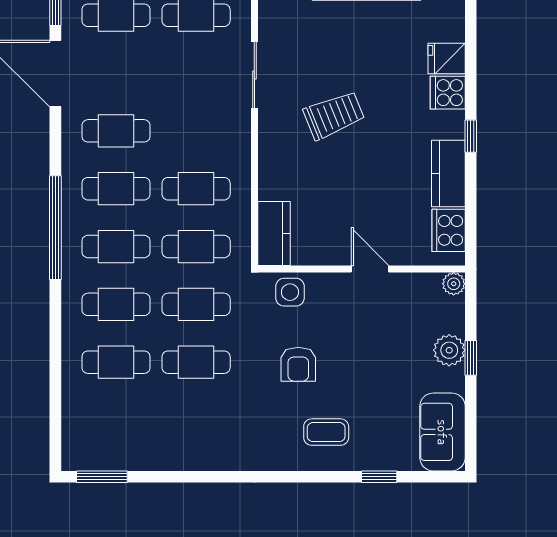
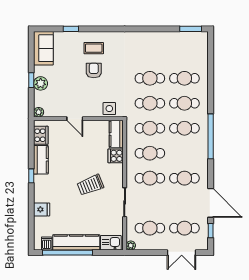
cooker: (448, 93) -> (116, 156), moved, turned 180
cafe table: (116, 189) -> (150, 178), moved
armchair: (298, 364) -> (94, 71), moved

